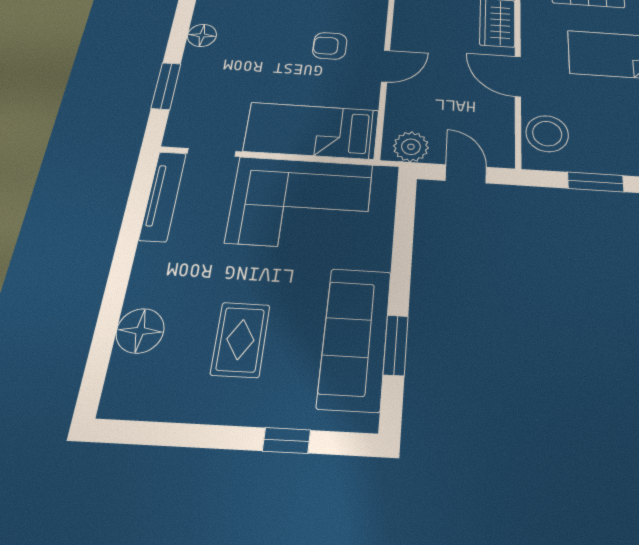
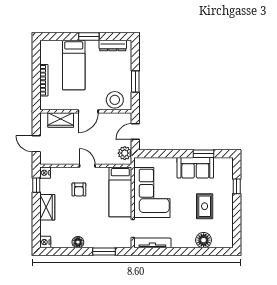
sofa: (355, 338) -> (195, 168), width x0.73
rug: (240, 340) -> (205, 206), turned 90

